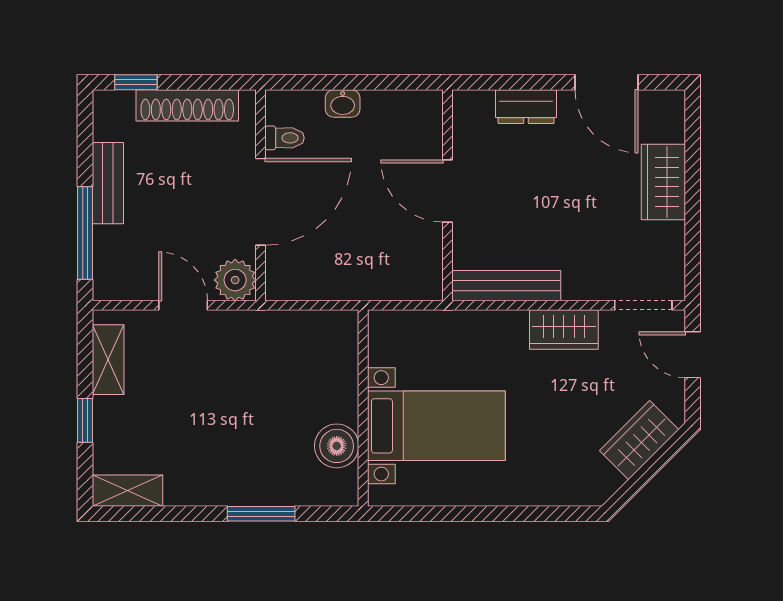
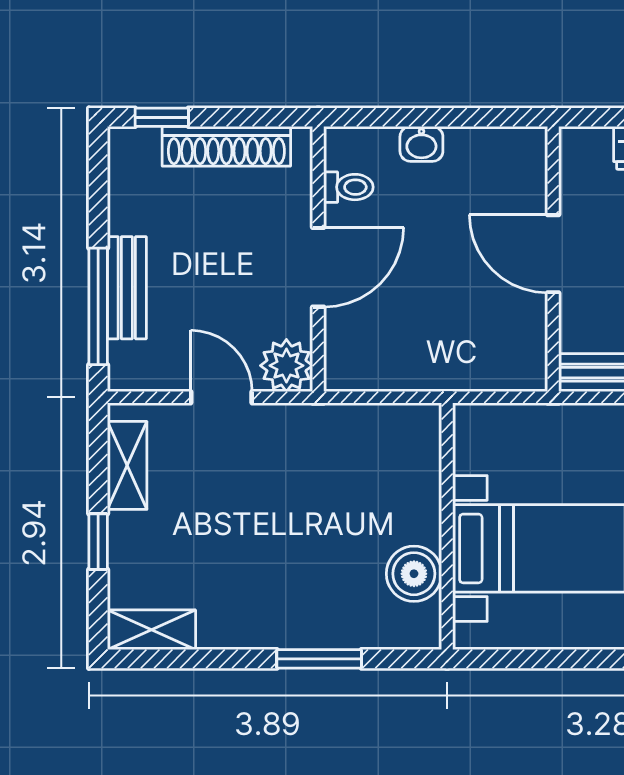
bench: (108, 183) -> (127, 288), moved
door: (260, 202) -> (318, 267), width x0.73

